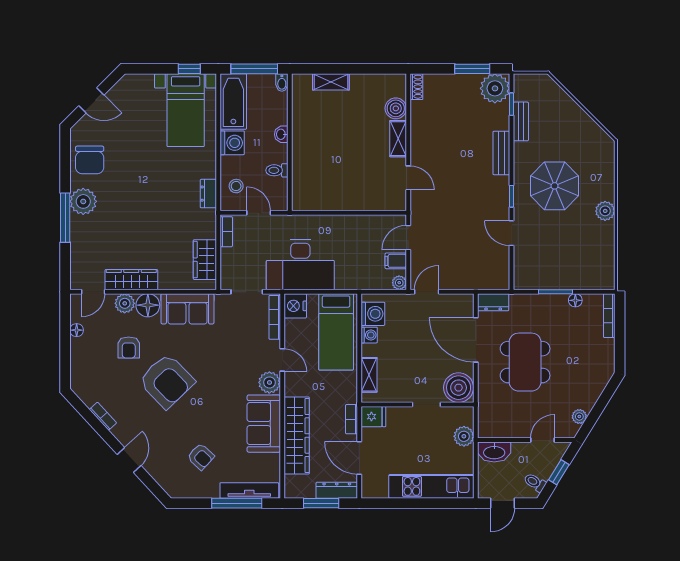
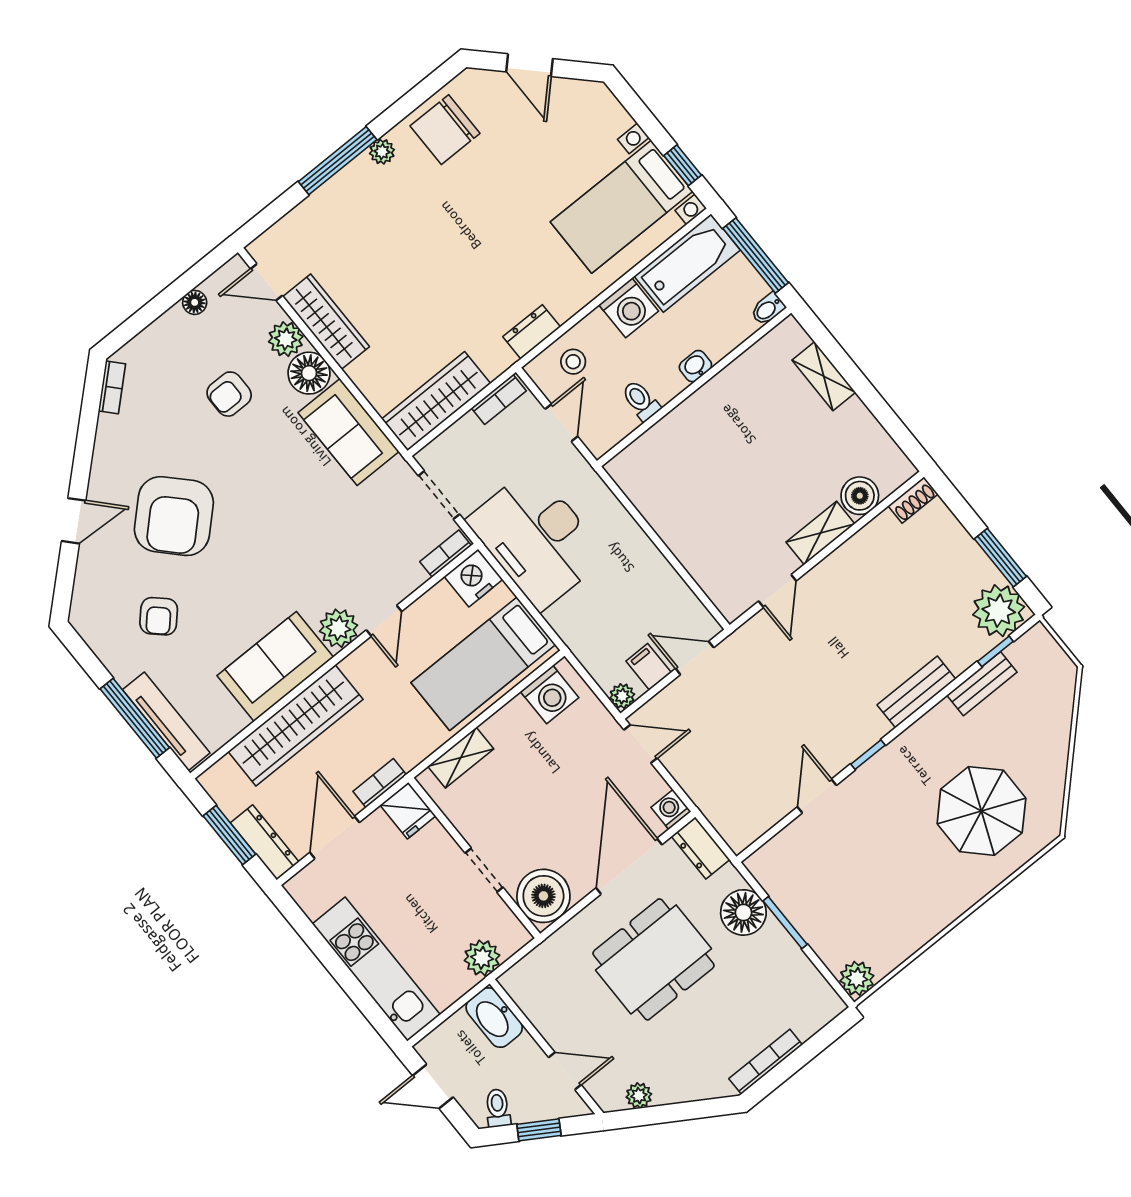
parasol: (555, 186) -> (981, 811), moved
plant: (83, 201) -> (382, 152), width x0.53, depth x0.53
plant: (605, 211) -> (857, 978), moved
wardrobe: (205, 260) -> (436, 401), width x1.50
floor lamp: (575, 300) -> (743, 912), moved, width x1.89, depth x1.89
bookcase: (609, 316) -> (766, 1062), moved
bookcase: (275, 317) -> (446, 554), width x0.64
washing machine: (369, 335) -> (671, 810), moved, turned 180
armchair: (167, 381) -> (174, 516), moved
bookcase: (103, 416) -> (112, 387), moved

